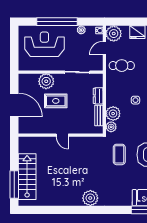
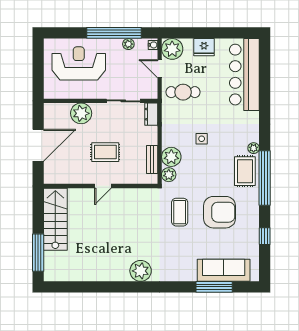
window: (57, 22) -> (114, 33), moved
door: (104, 48) -> (160, 69), hinge flipped
dresser: (98, 96) -> (151, 114), moved
rug: (56, 101) -> (105, 152), moved
door: (14, 105) -> (38, 145), hinge flipped
door: (62, 135) -> (103, 186), hinge flipped
stairs: (27, 177) -> (55, 219), moved

